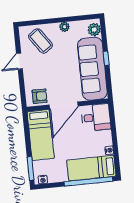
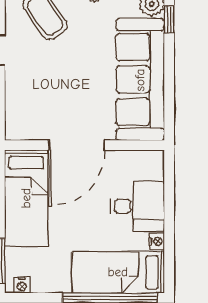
window: (106, 58) -> (169, 19), moved
armchair: (40, 96) -> (32, 122), removed
desk: (96, 117) -> (137, 206), moved

